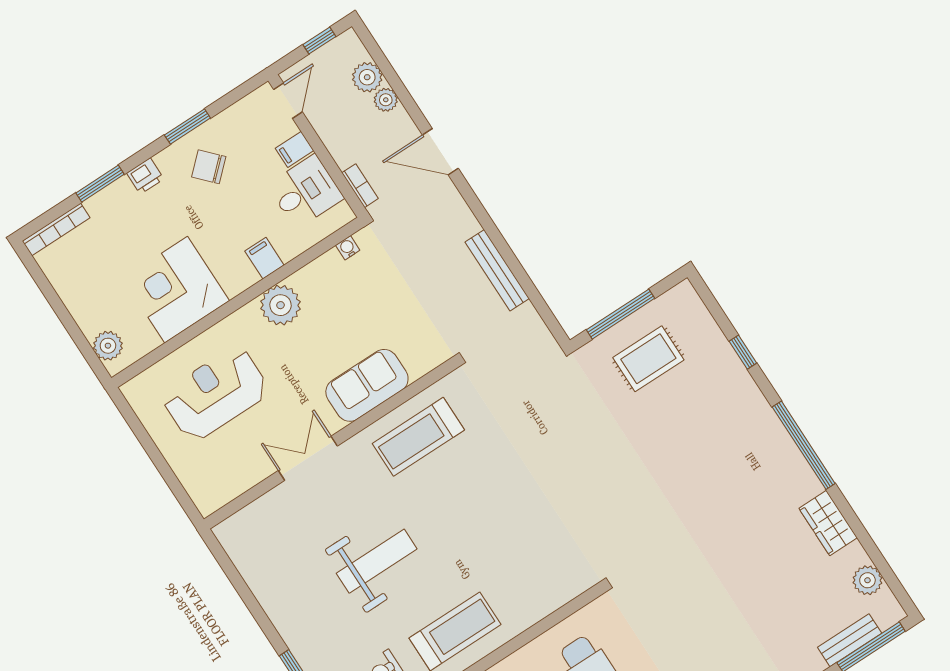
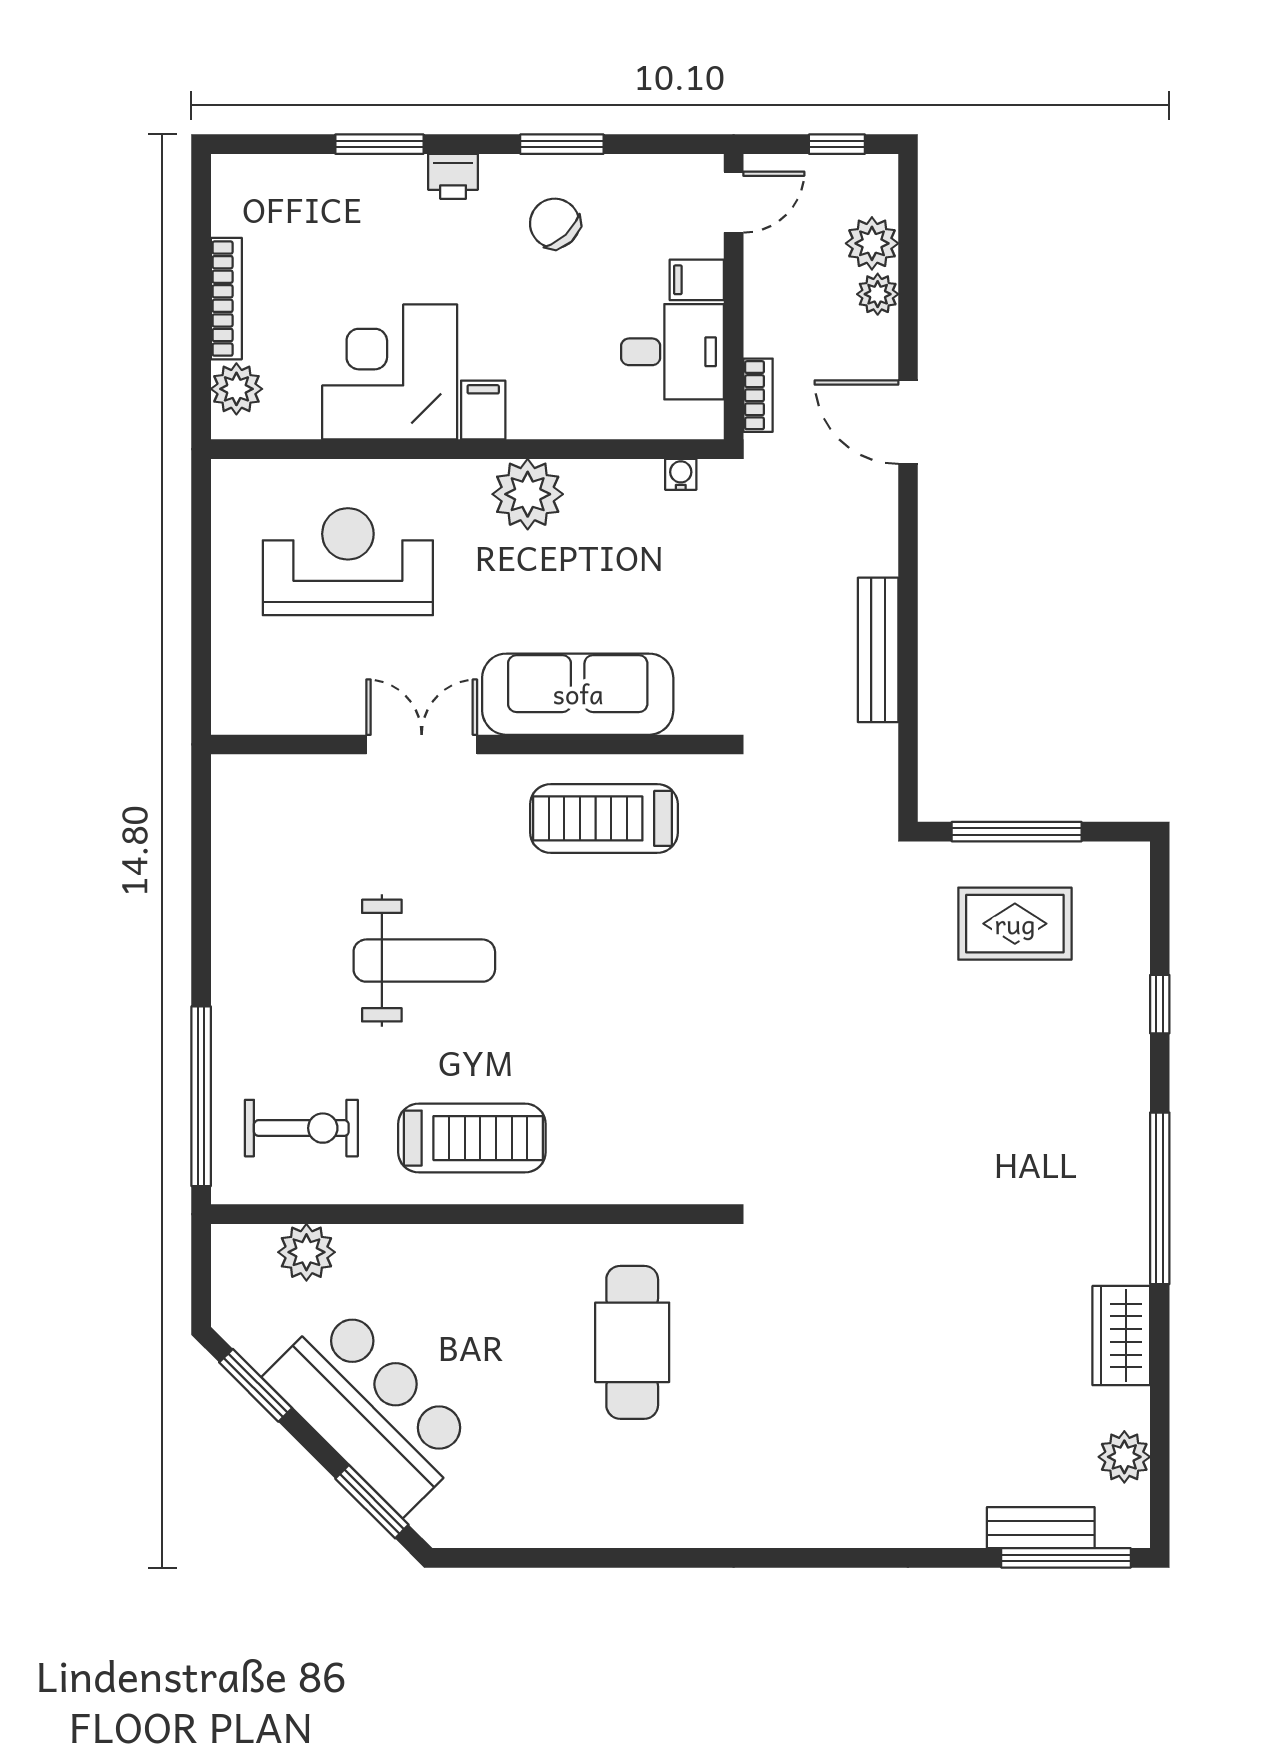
bookcase: (56, 229) -> (226, 299), moved, turned -90
filing cabinet: (264, 258) -> (483, 410), moved
sofa: (367, 385) -> (578, 694), width x1.36

